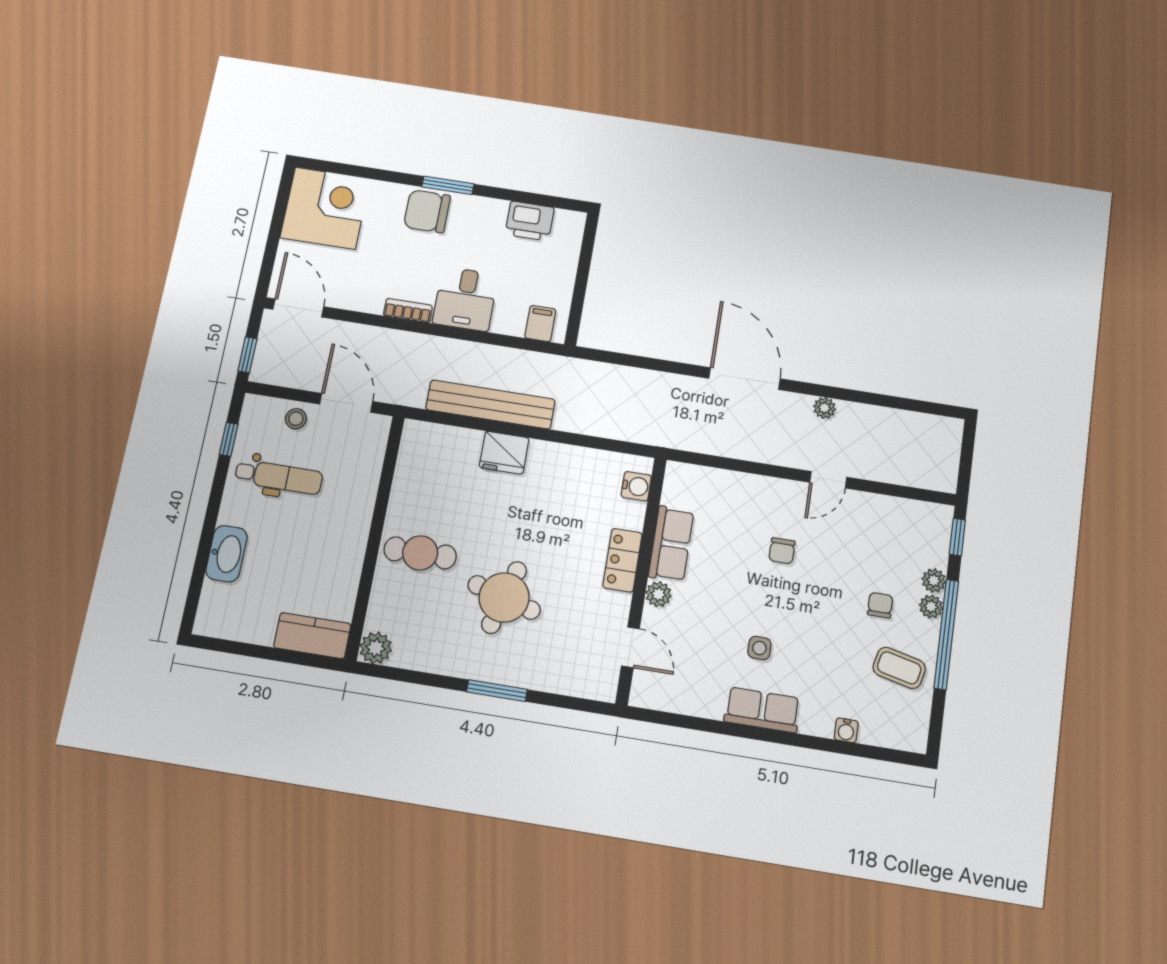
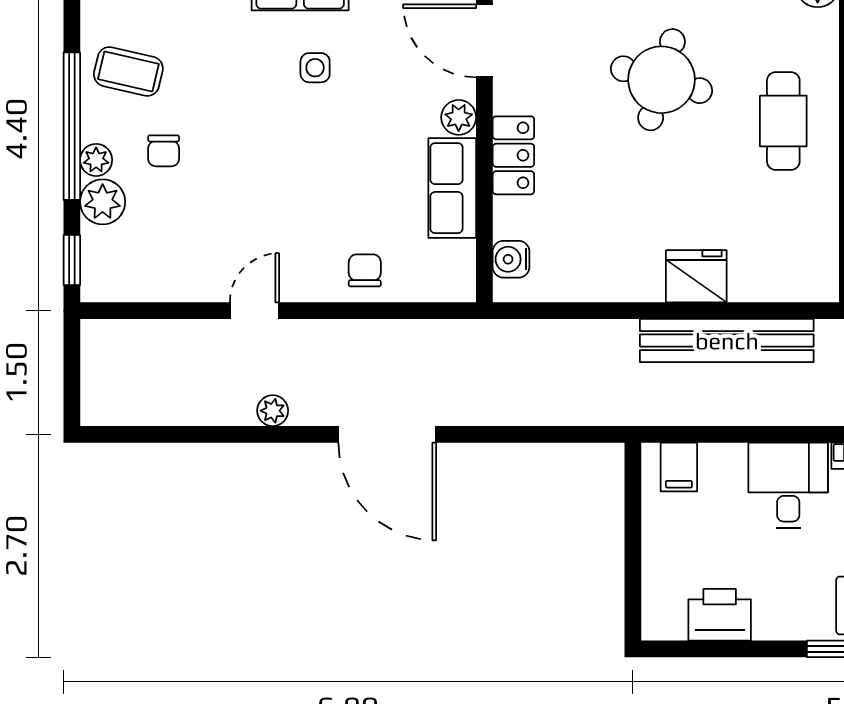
chair: (782, 551) -> (365, 270), moved
cafe table: (420, 553) -> (783, 121), turned 90
plant: (934, 580) -> (103, 202), width x1.38, depth x1.38
door: (630, 647) -> (484, 41), width x1.38

